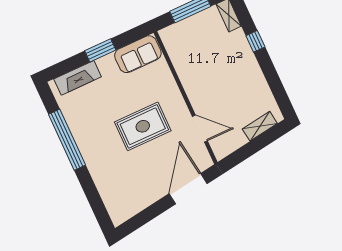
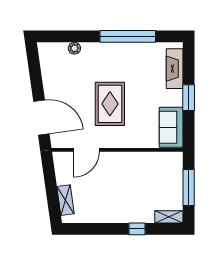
plant: (103, 188) -> (74, 48), added

